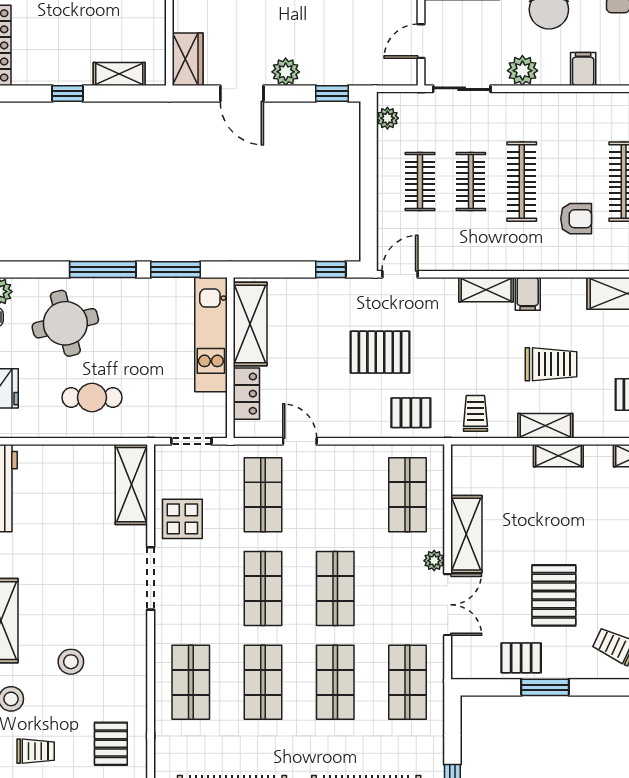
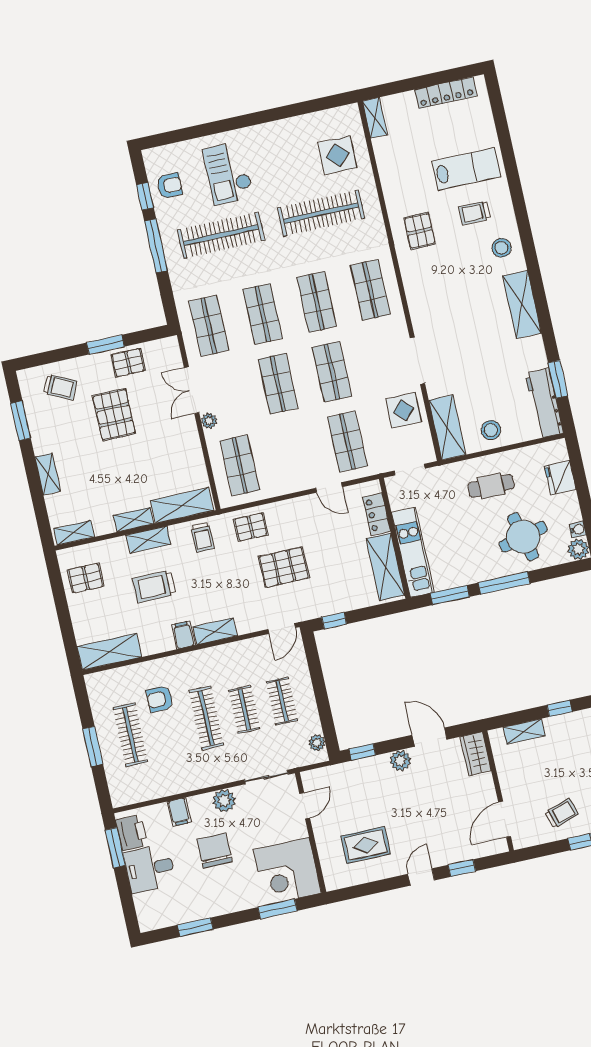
shelving: (466, 534) -> (182, 505), moved, turned 90
stool: (71, 662) -> (491, 430), moved

